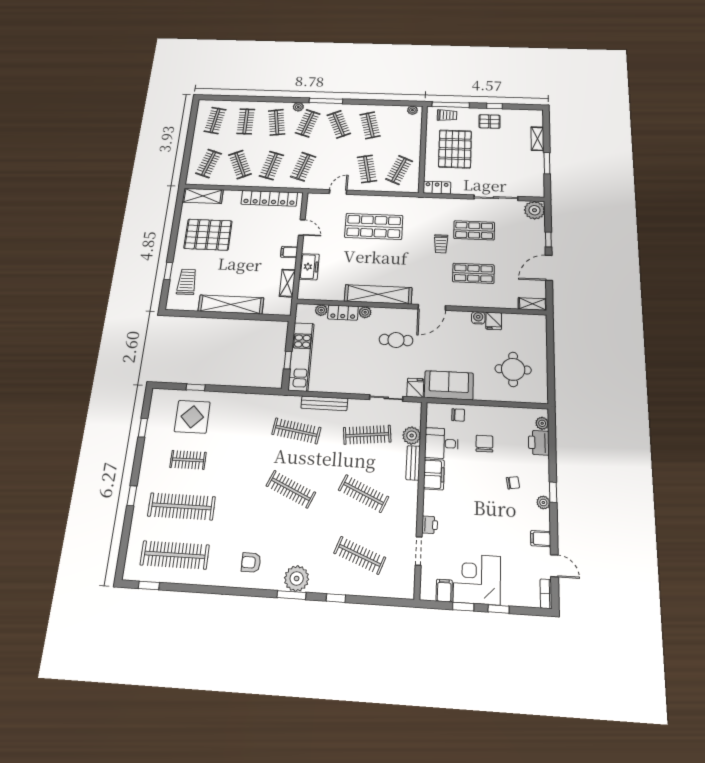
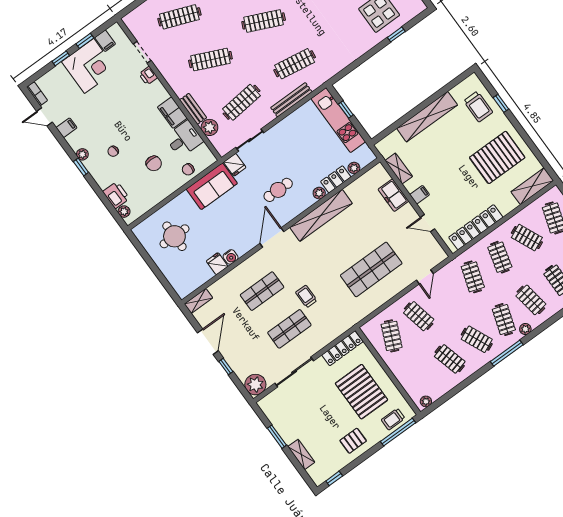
window: (495, 106) -> (334, 478), moved
locker: (437, 188) -> (342, 348), width x1.53

